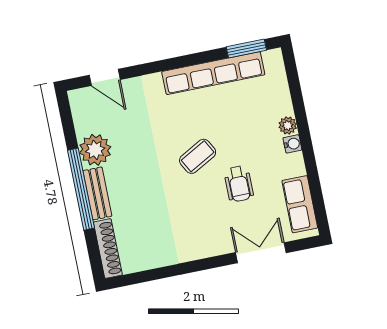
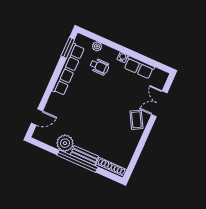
plant: (288, 125) -> (97, 46), moved
coffee table: (198, 156) -> (136, 120), moved
wheelchair: (239, 184) -> (99, 67), moved
row of seats: (300, 204) -> (139, 67), moved

